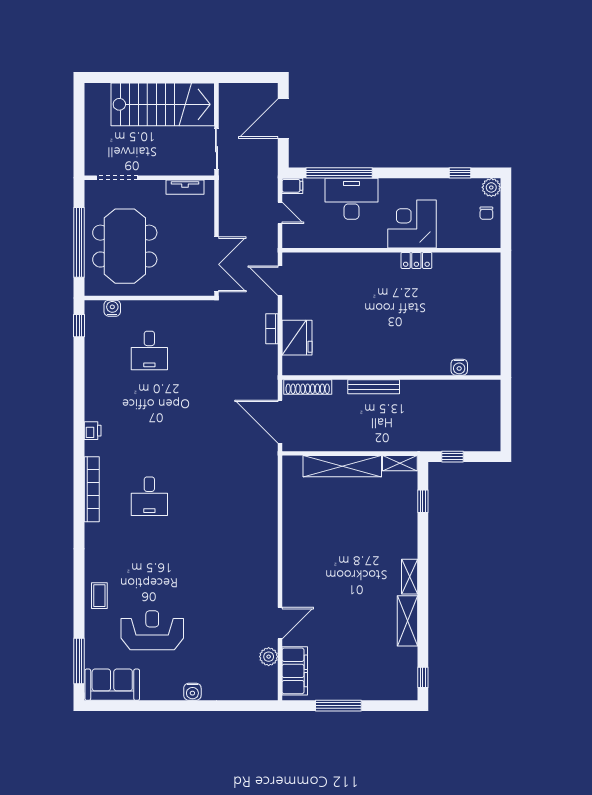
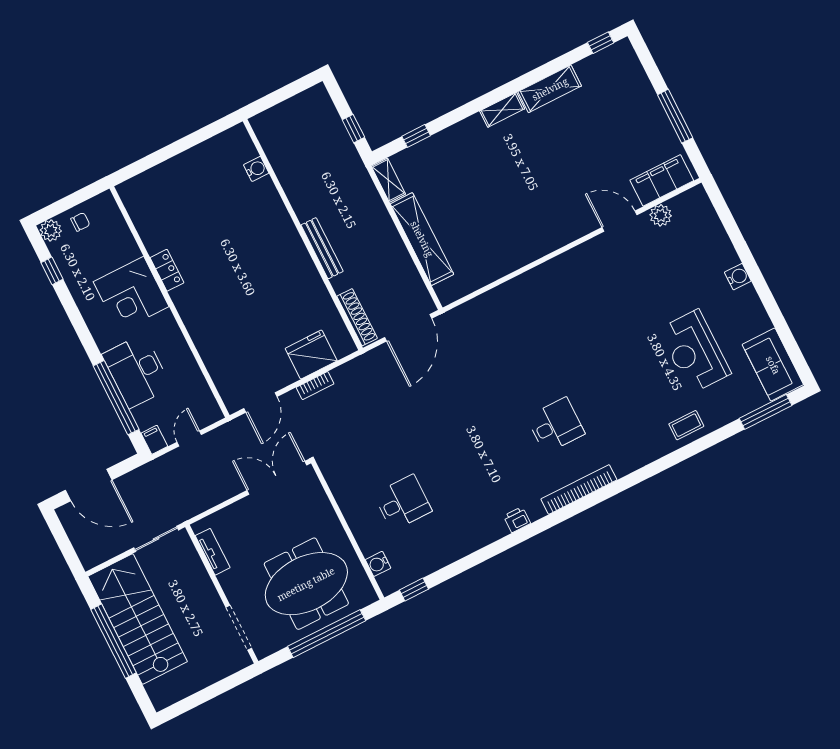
window: (155, 77) -> (113, 641), added

